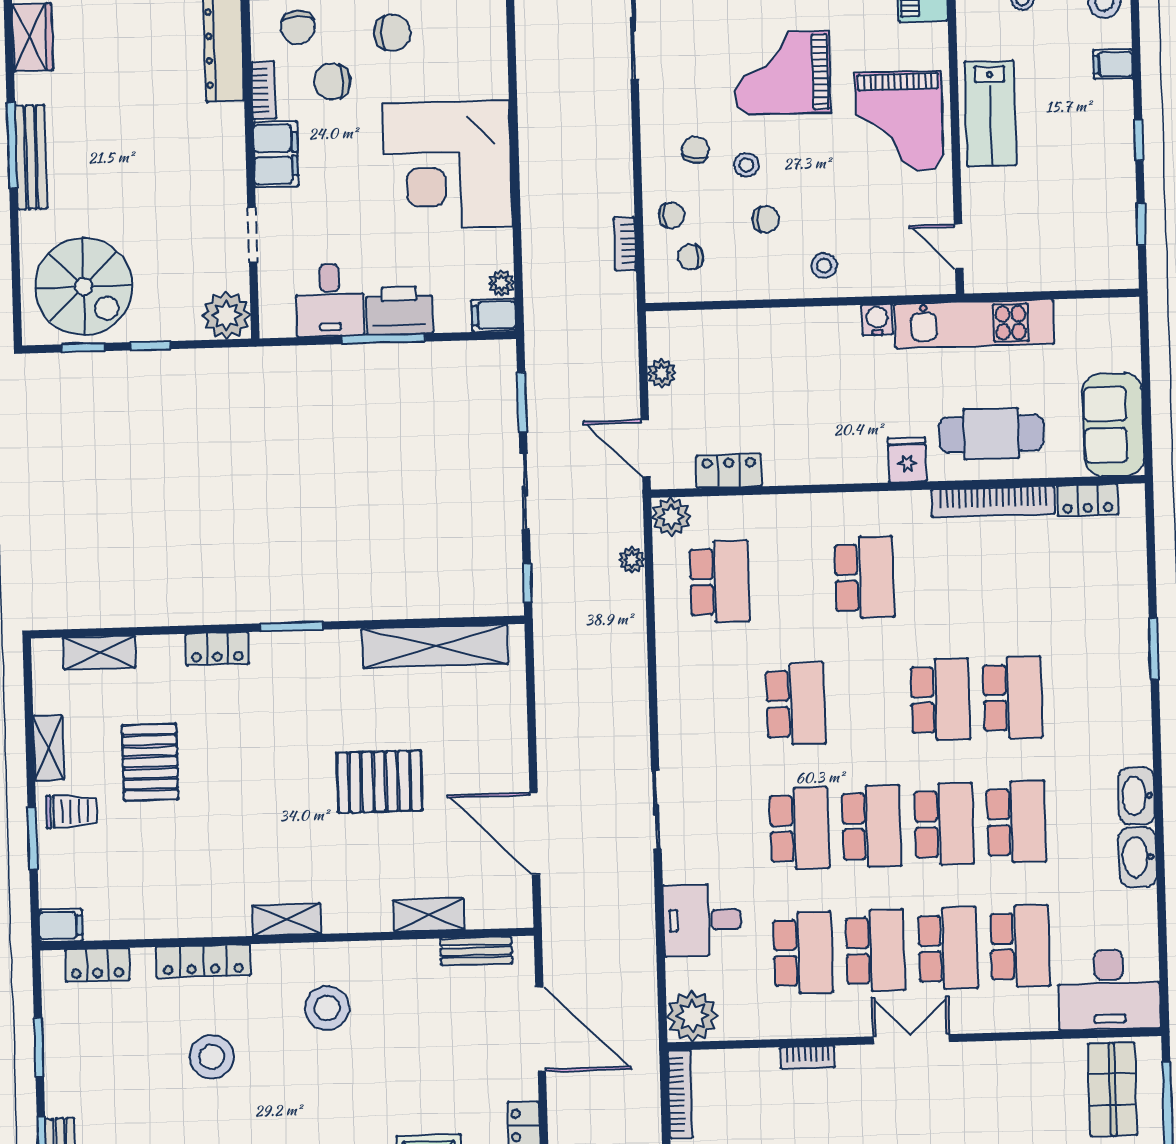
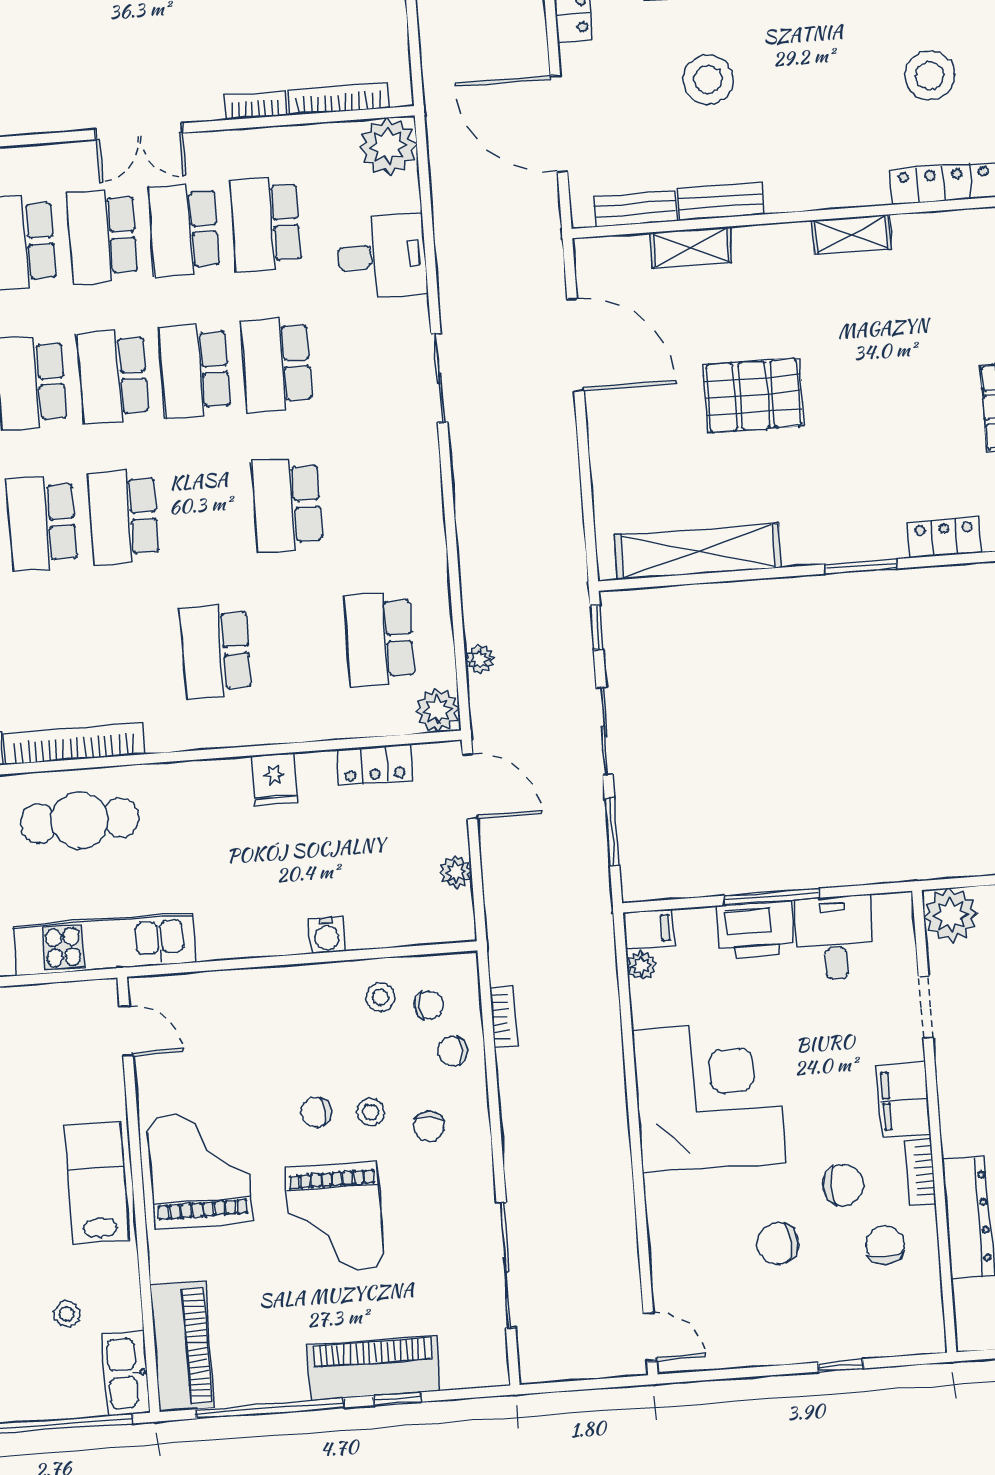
grand piano: (782, 73) -> (335, 1218), turned 90
chair: (766, 219) -> (316, 1112), moved
stool: (824, 266) -> (381, 997), moved
water cooler: (877, 320) -> (327, 935), moved
fridge: (907, 460) -> (274, 779), moved
bench: (401, 954) -> (721, 202), added
stool: (327, 1008) -> (708, 80), moved
bookcase: (680, 1094) -> (338, 99), moved, turned 90

